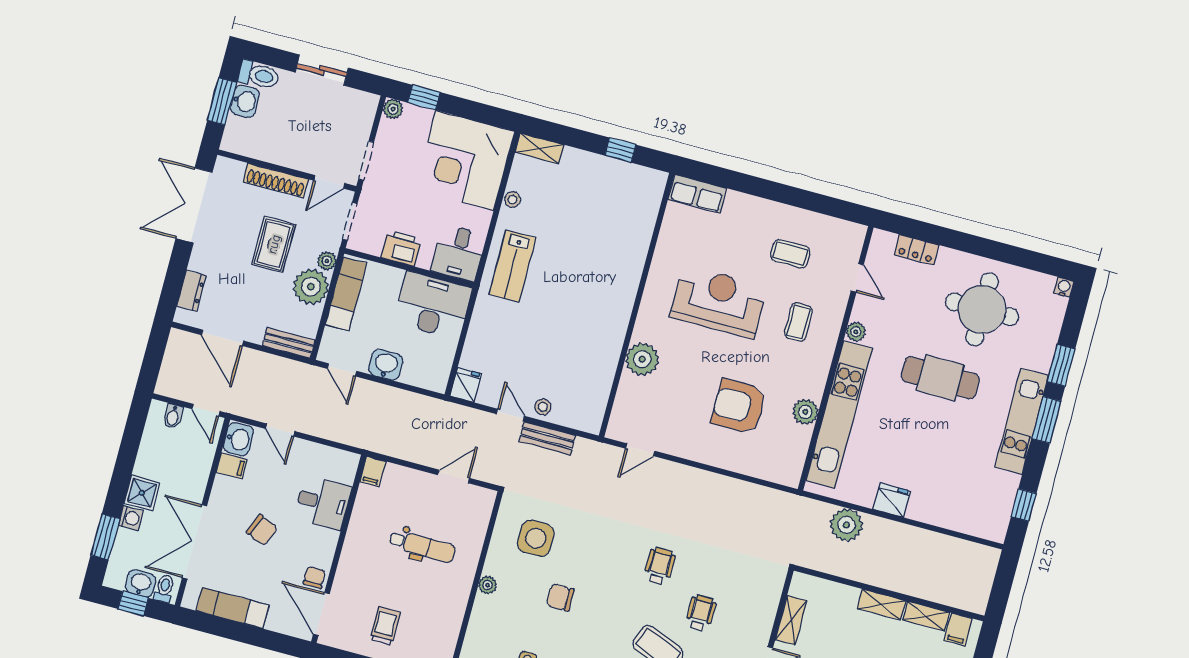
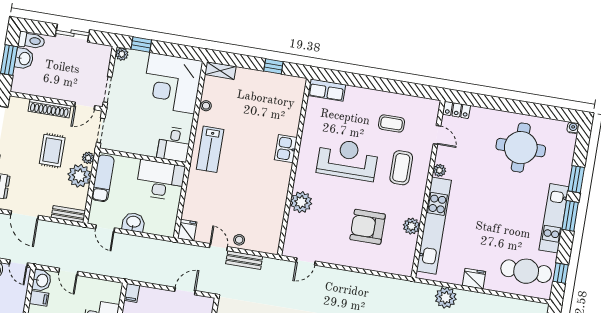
printer: (401, 248) -> (136, 145), removed
locker: (917, 250) -> (457, 110), moved
kitchen sink: (627, 276) -> (286, 149), added
coffee table: (798, 322) -> (401, 168), width x1.36, depth x1.30
cafe table: (940, 378) -> (526, 271), moved

